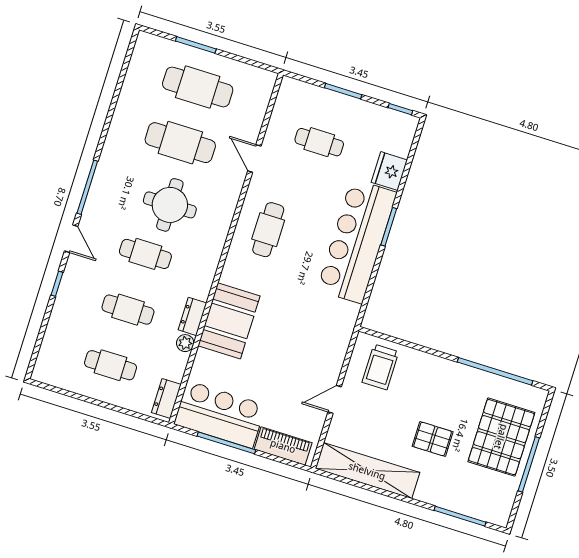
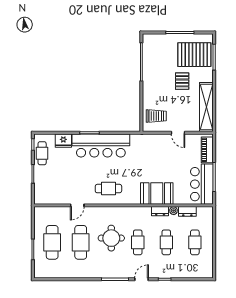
cafe table: (319, 142) -> (42, 153), moved
dresser: (166, 399) -> (187, 211), moved
pallet: (501, 437) -> (194, 55), moved

